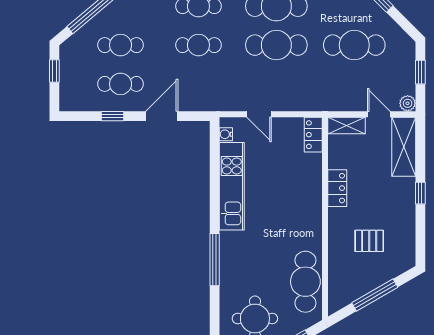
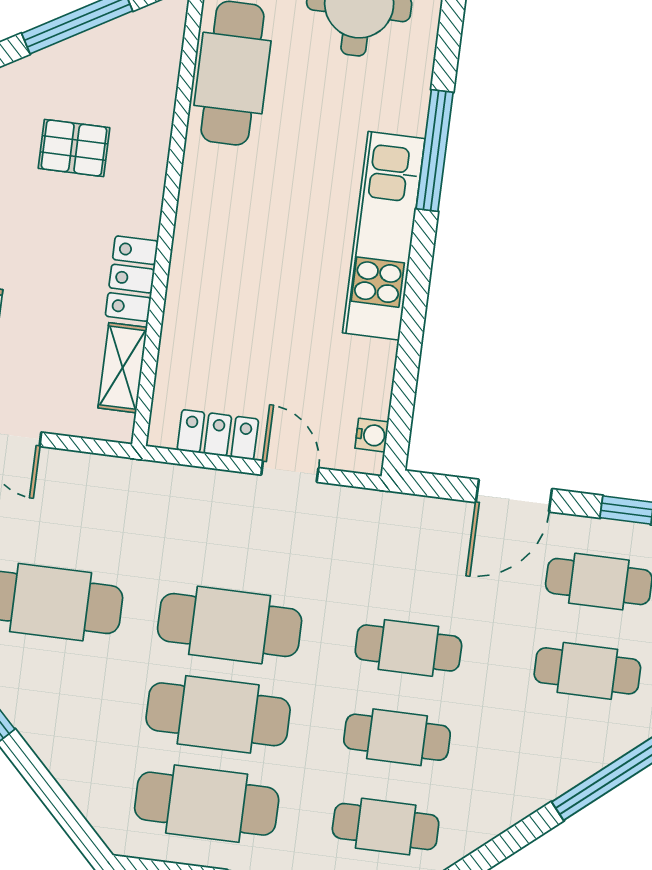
shelving: (347, 125) -> (123, 368), moved, turned 90
locker: (313, 135) -> (218, 435), moved, turned -90
kitchen unit: (232, 186) -> (384, 236), moved

